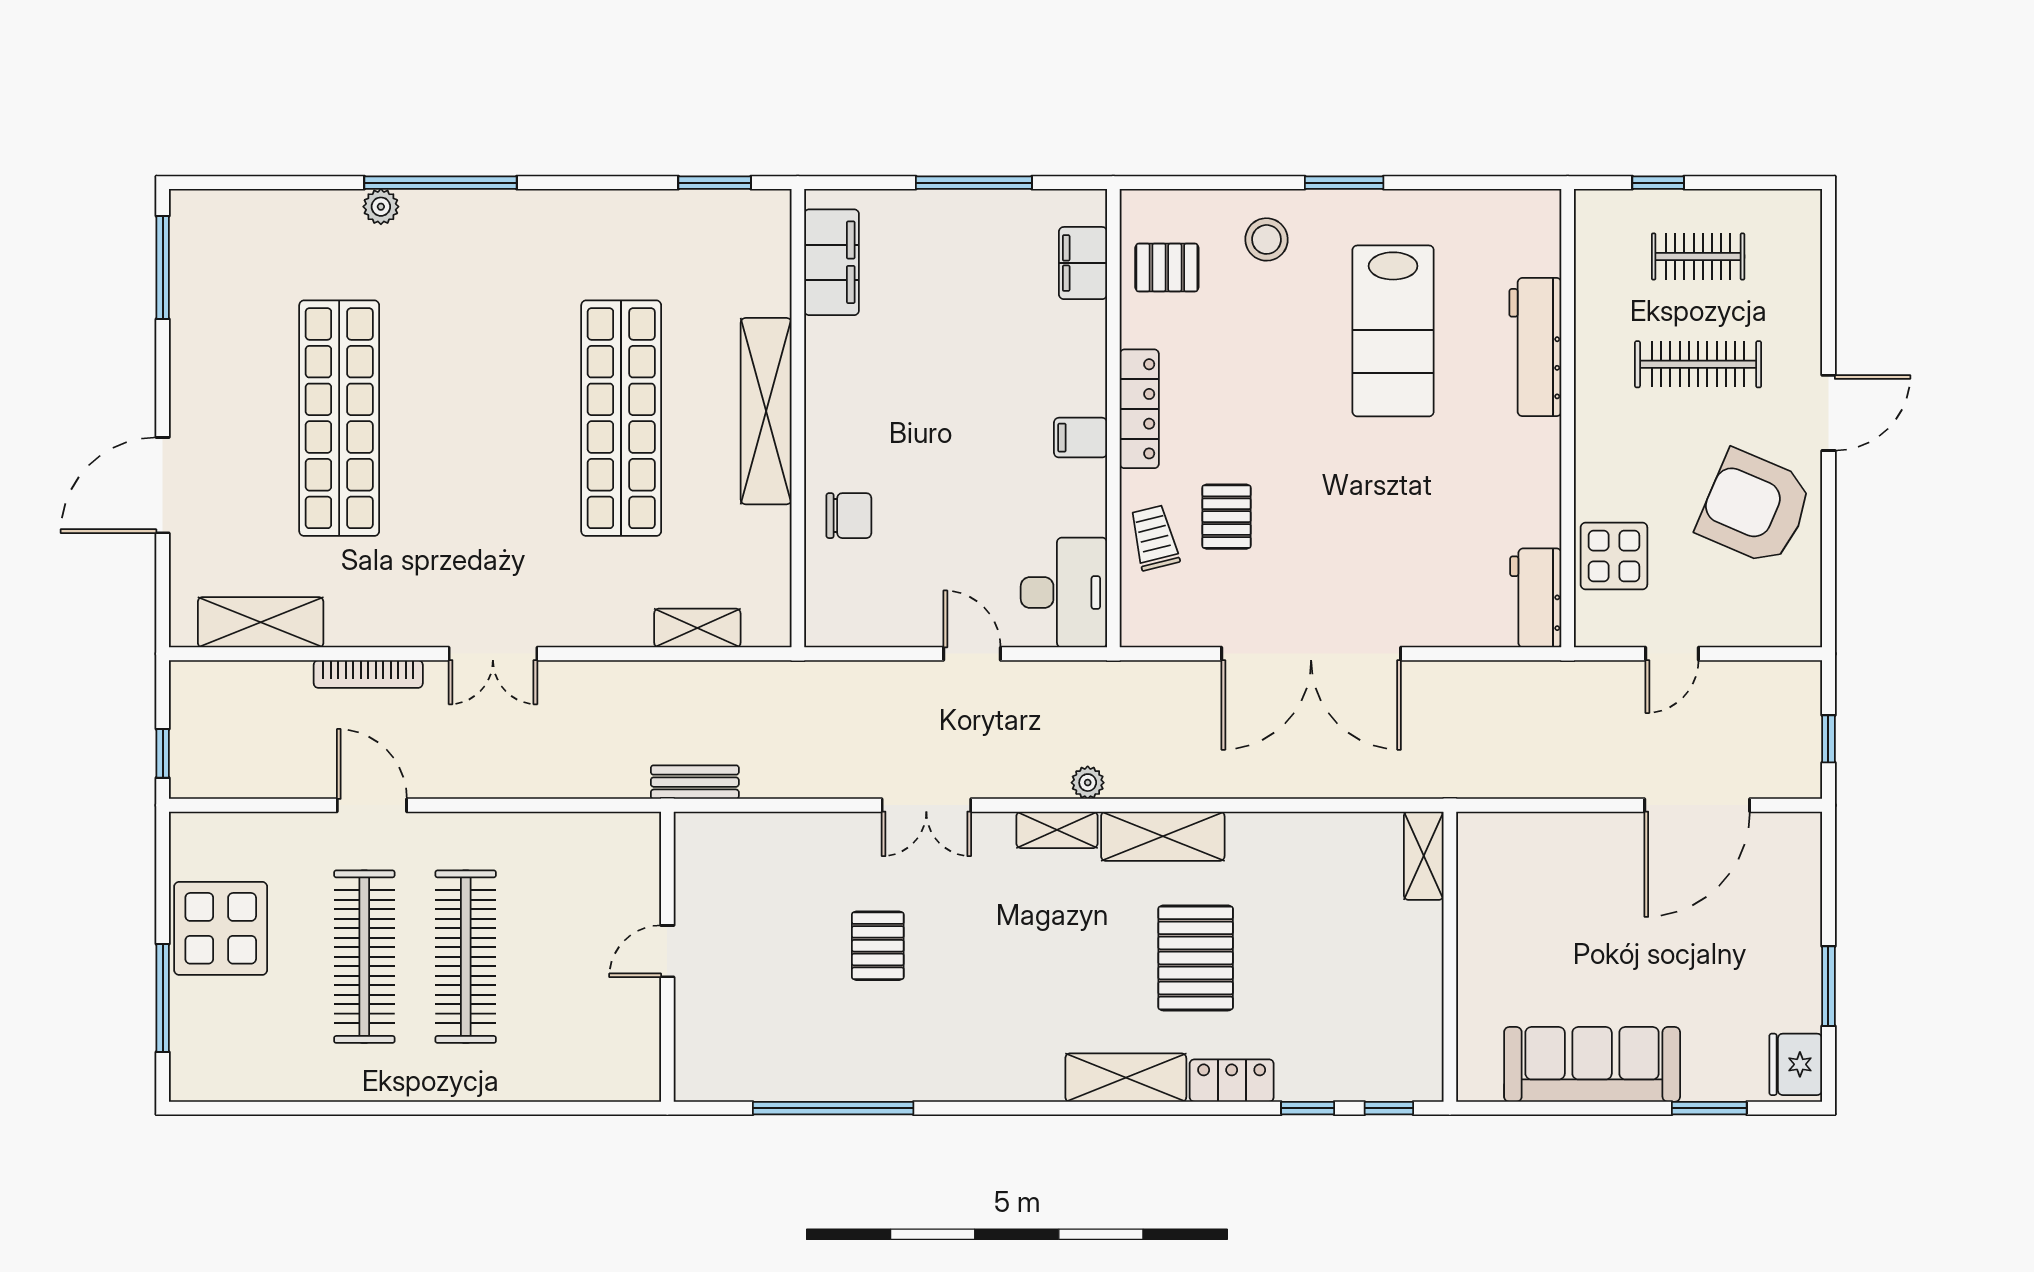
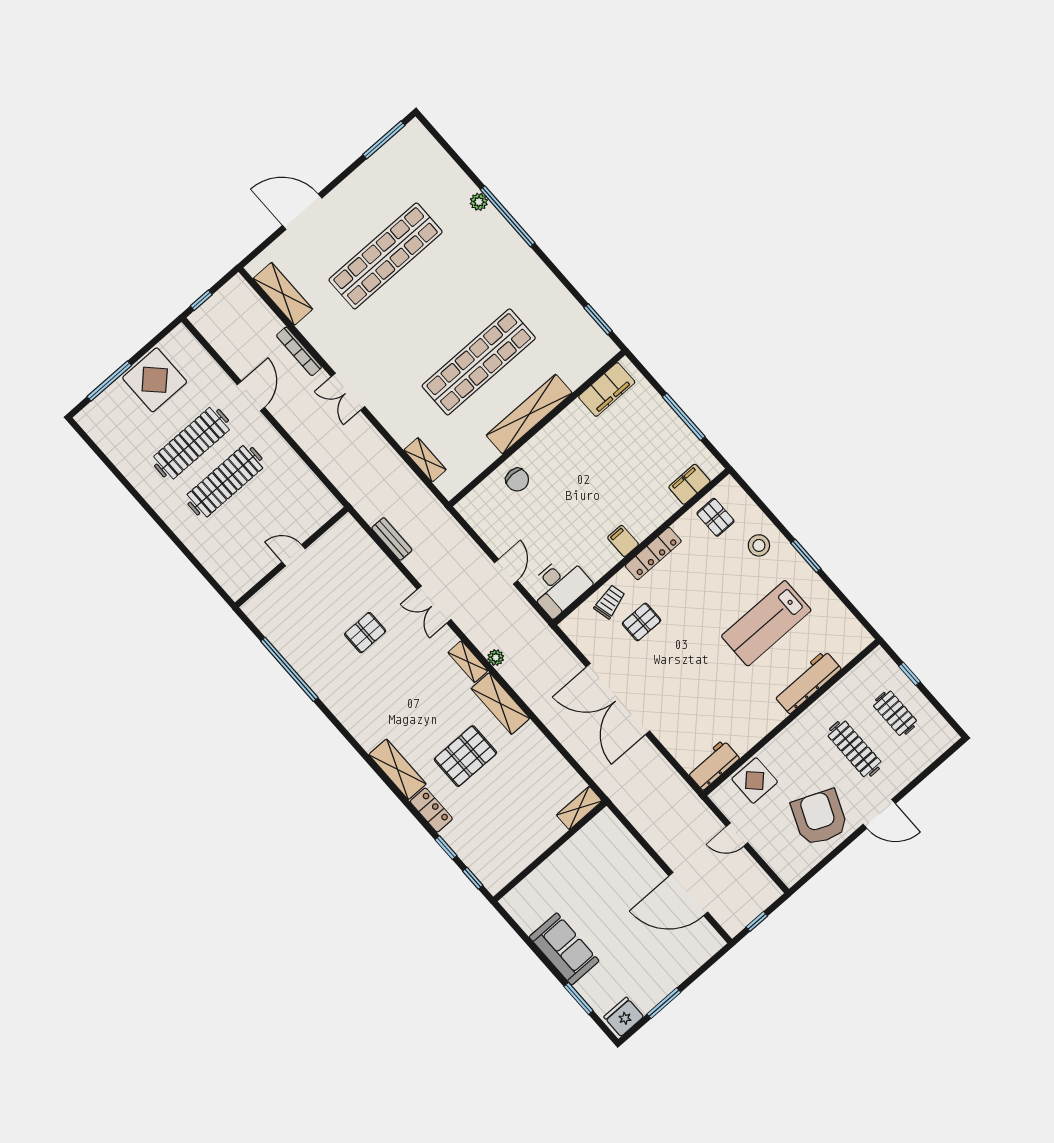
bench: (695, 782) -> (392, 539), moved
sofa: (1592, 1064) -> (564, 949), width x0.73

